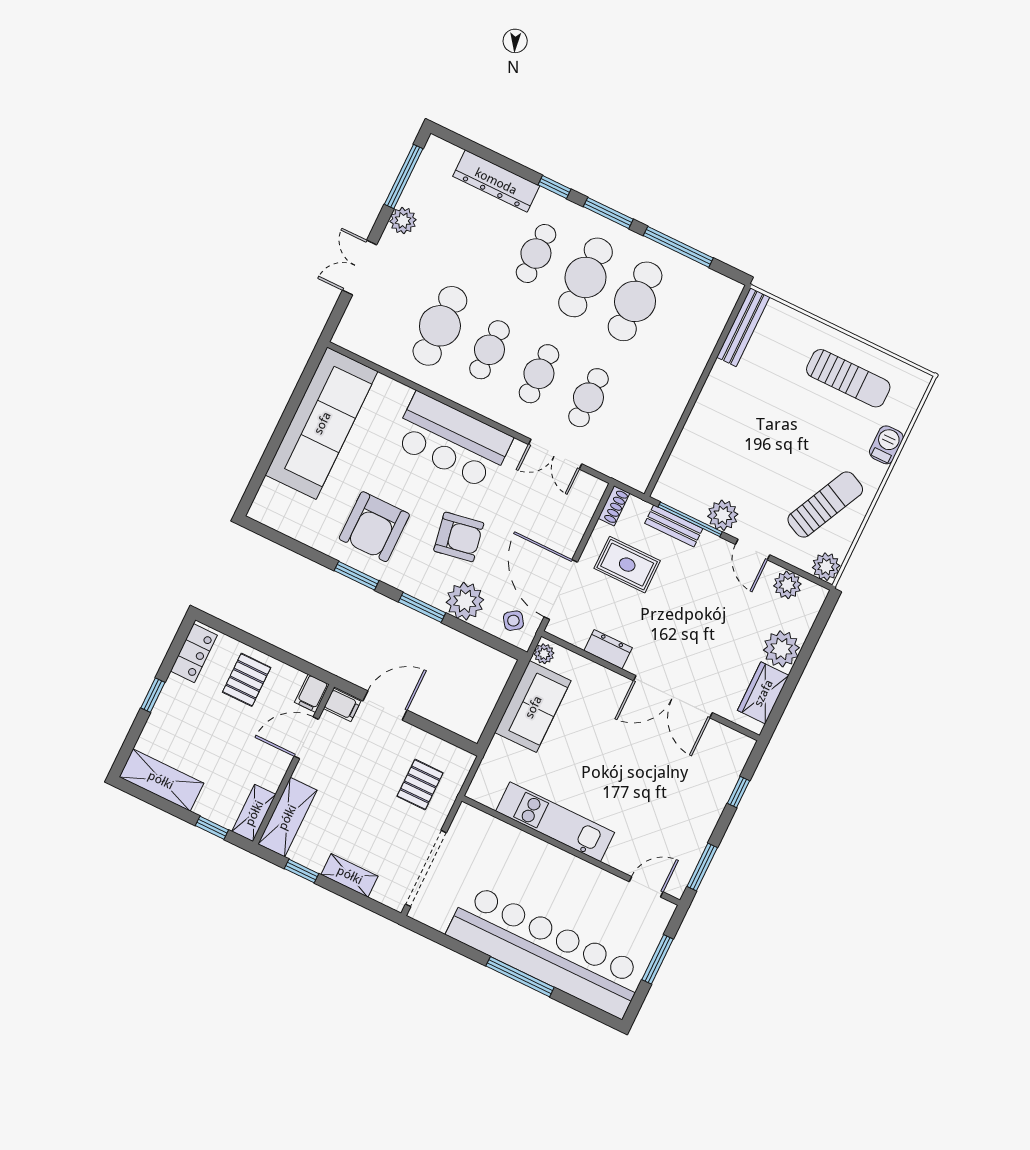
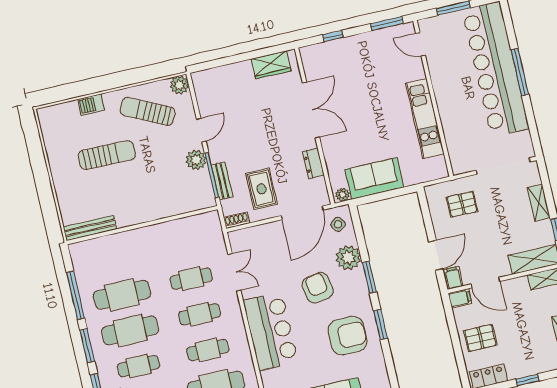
sun lounger: (848, 378) -> (107, 155), moved, turned 91
plant: (787, 585) -> (205, 97), removed
plant: (781, 649) -> (241, 74), removed
door: (385, 706) -> (436, 255), swing flipped

